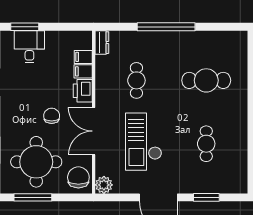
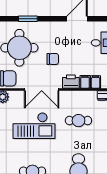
double door: (94, 131) -> (42, 89), swing flipped
checkout: (144, 142) -> (34, 126), turned 180

